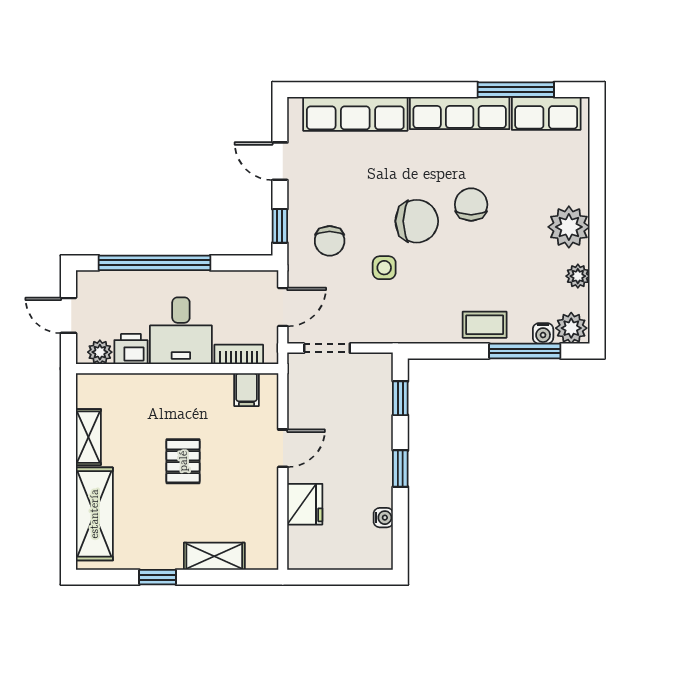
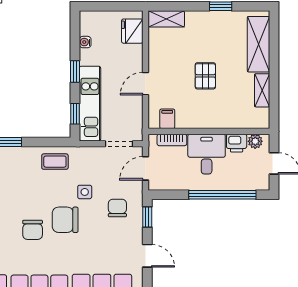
coffee table: (485, 325) -> (55, 162), moved
kitchen unit: (375, 415) -> (90, 104), added
fridge: (305, 504) -> (132, 31), moved
shelving: (214, 556) -> (166, 19), moved

